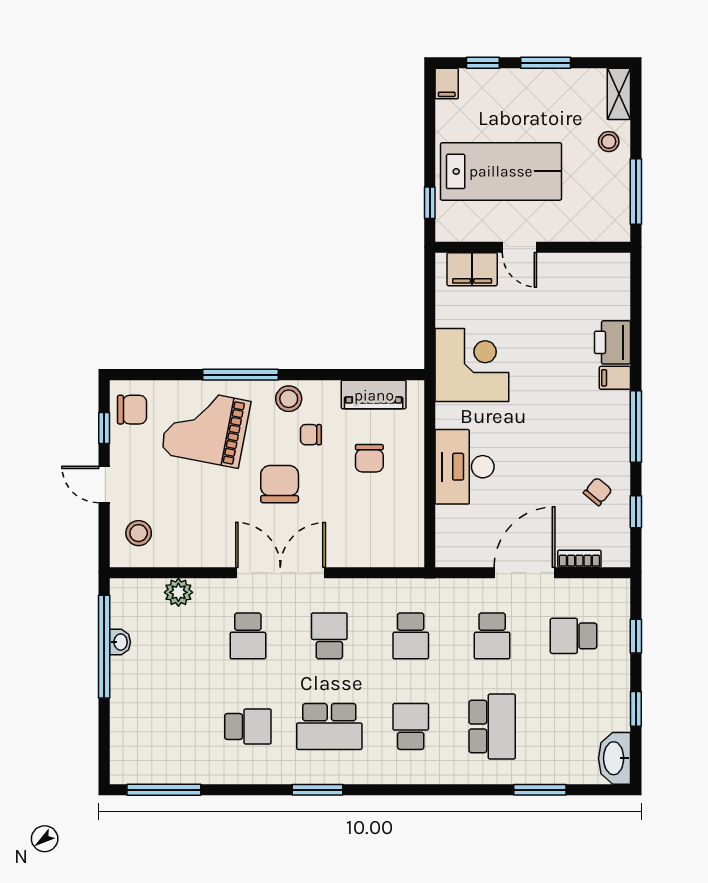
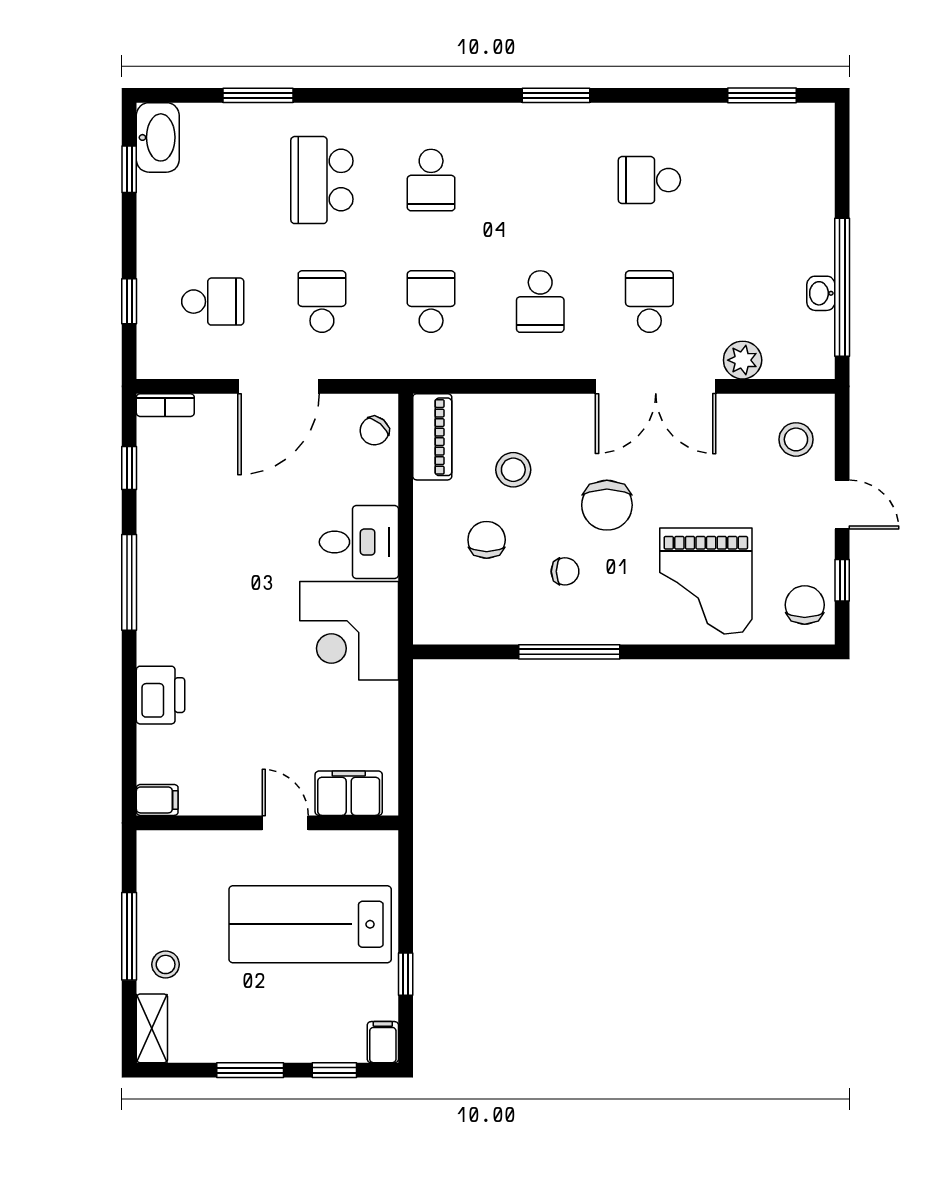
window: (636, 191) -> (129, 936), moved
window: (430, 203) -> (406, 974), moved
corner desk: (472, 365) -> (349, 631), moved
window: (241, 375) -> (569, 652), moved
filing cabinet: (615, 378) -> (157, 800), moved
piano: (374, 395) -> (432, 437), moved, turned 90
stool: (289, 399) -> (513, 470), moved
chair: (132, 410) -> (805, 605), turned 90
grand piano: (206, 427) -> (706, 581), turned 79
desk: (465, 467) -> (359, 542), width x0.73
chair: (598, 492) -> (374, 431), moved
bookcase: (579, 559) -> (165, 405), moved
double door: (280, 573) -> (656, 386), moved
window: (636, 709) -> (129, 169), moved
school desk: (329, 727) -> (540, 180), removed
window: (164, 790) -> (762, 95), width x0.69

